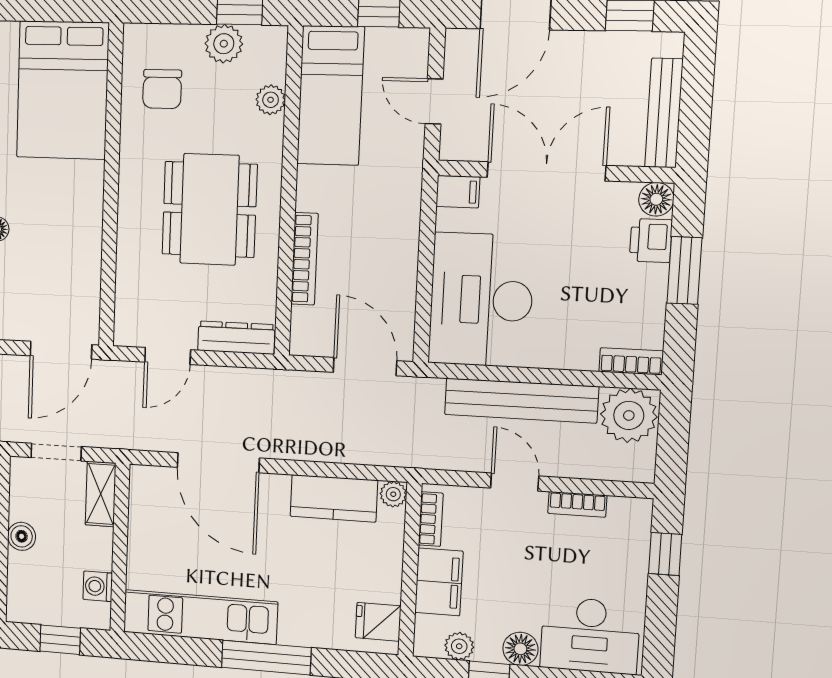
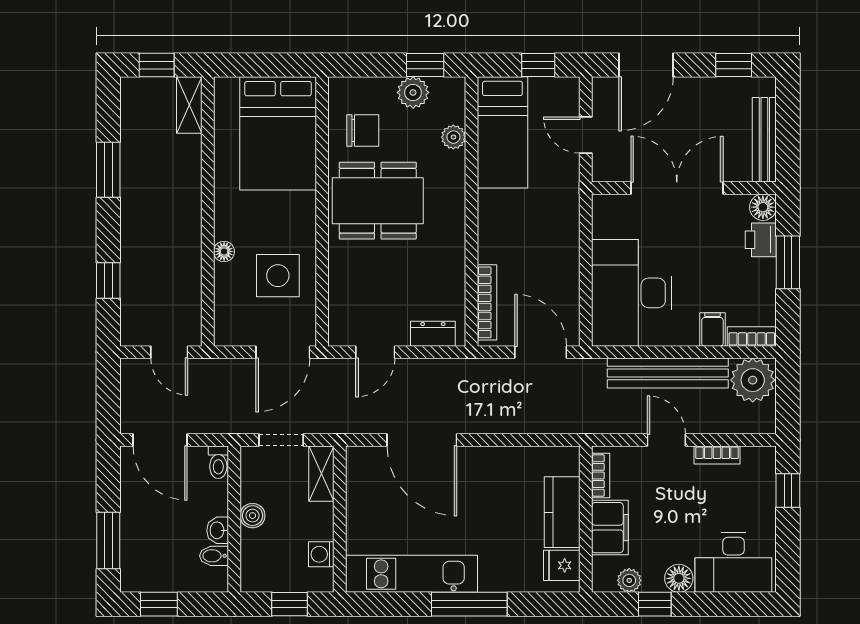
chair: (162, 89) -> (363, 130), turned -90
filing cabinet: (458, 192) -> (712, 329), moved, turned -90
dining table: (210, 209) -> (378, 201), moved, turned 90
bookcase: (305, 259) -> (487, 302), moved
side table: (58, 260) -> (278, 276), added
dresser: (236, 338) -> (433, 334), width x0.70
plant: (393, 494) -> (569, 457), removed
kitchen counter: (334, 498) -> (562, 512), moved, turned 90

